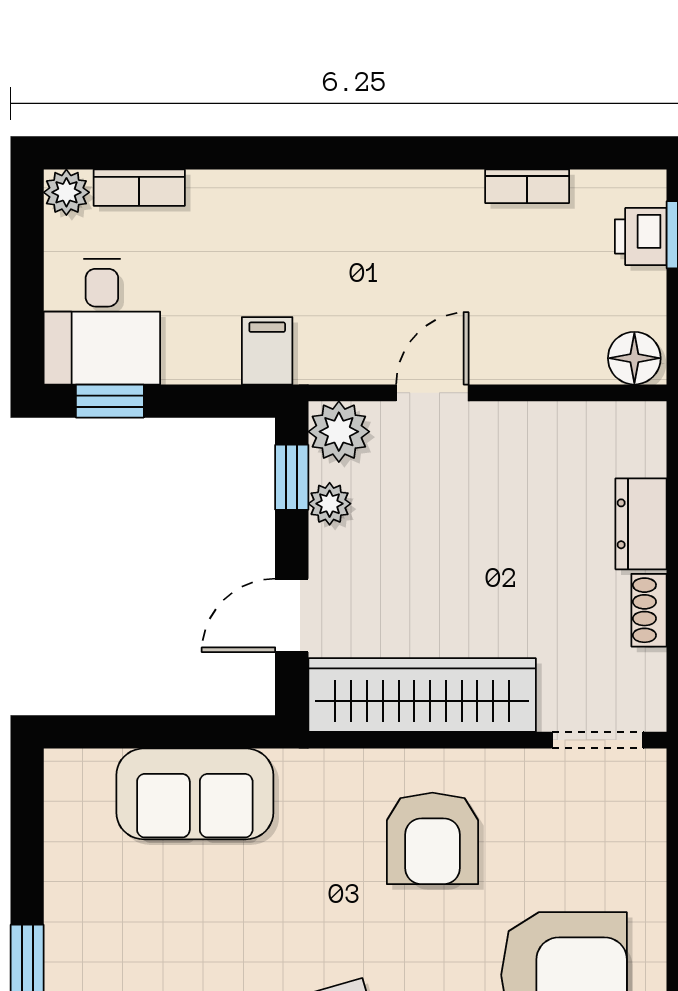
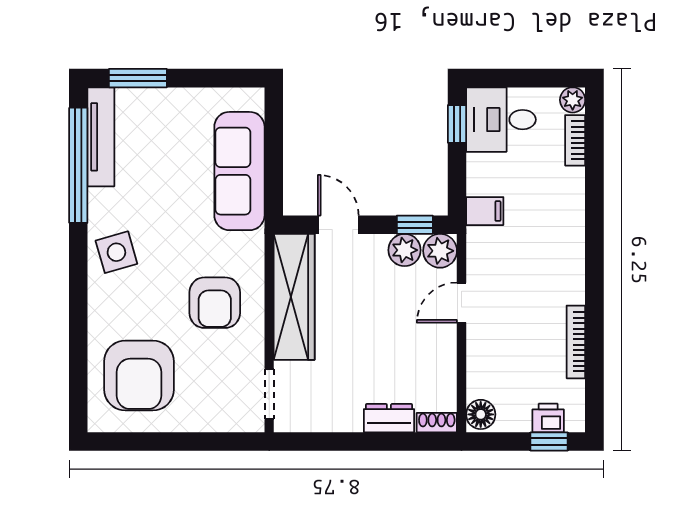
bookcase: (527, 186) -> (576, 342), width x1.56
door: (432, 393) -> (462, 303), swing flipped
plant: (330, 504) -> (405, 250), width x1.38, depth x1.38
shoe rack: (649, 610) -> (437, 423), moved
sofa: (195, 794) -> (239, 171), width x1.36
armchair: (432, 838) -> (215, 303), turned -90

